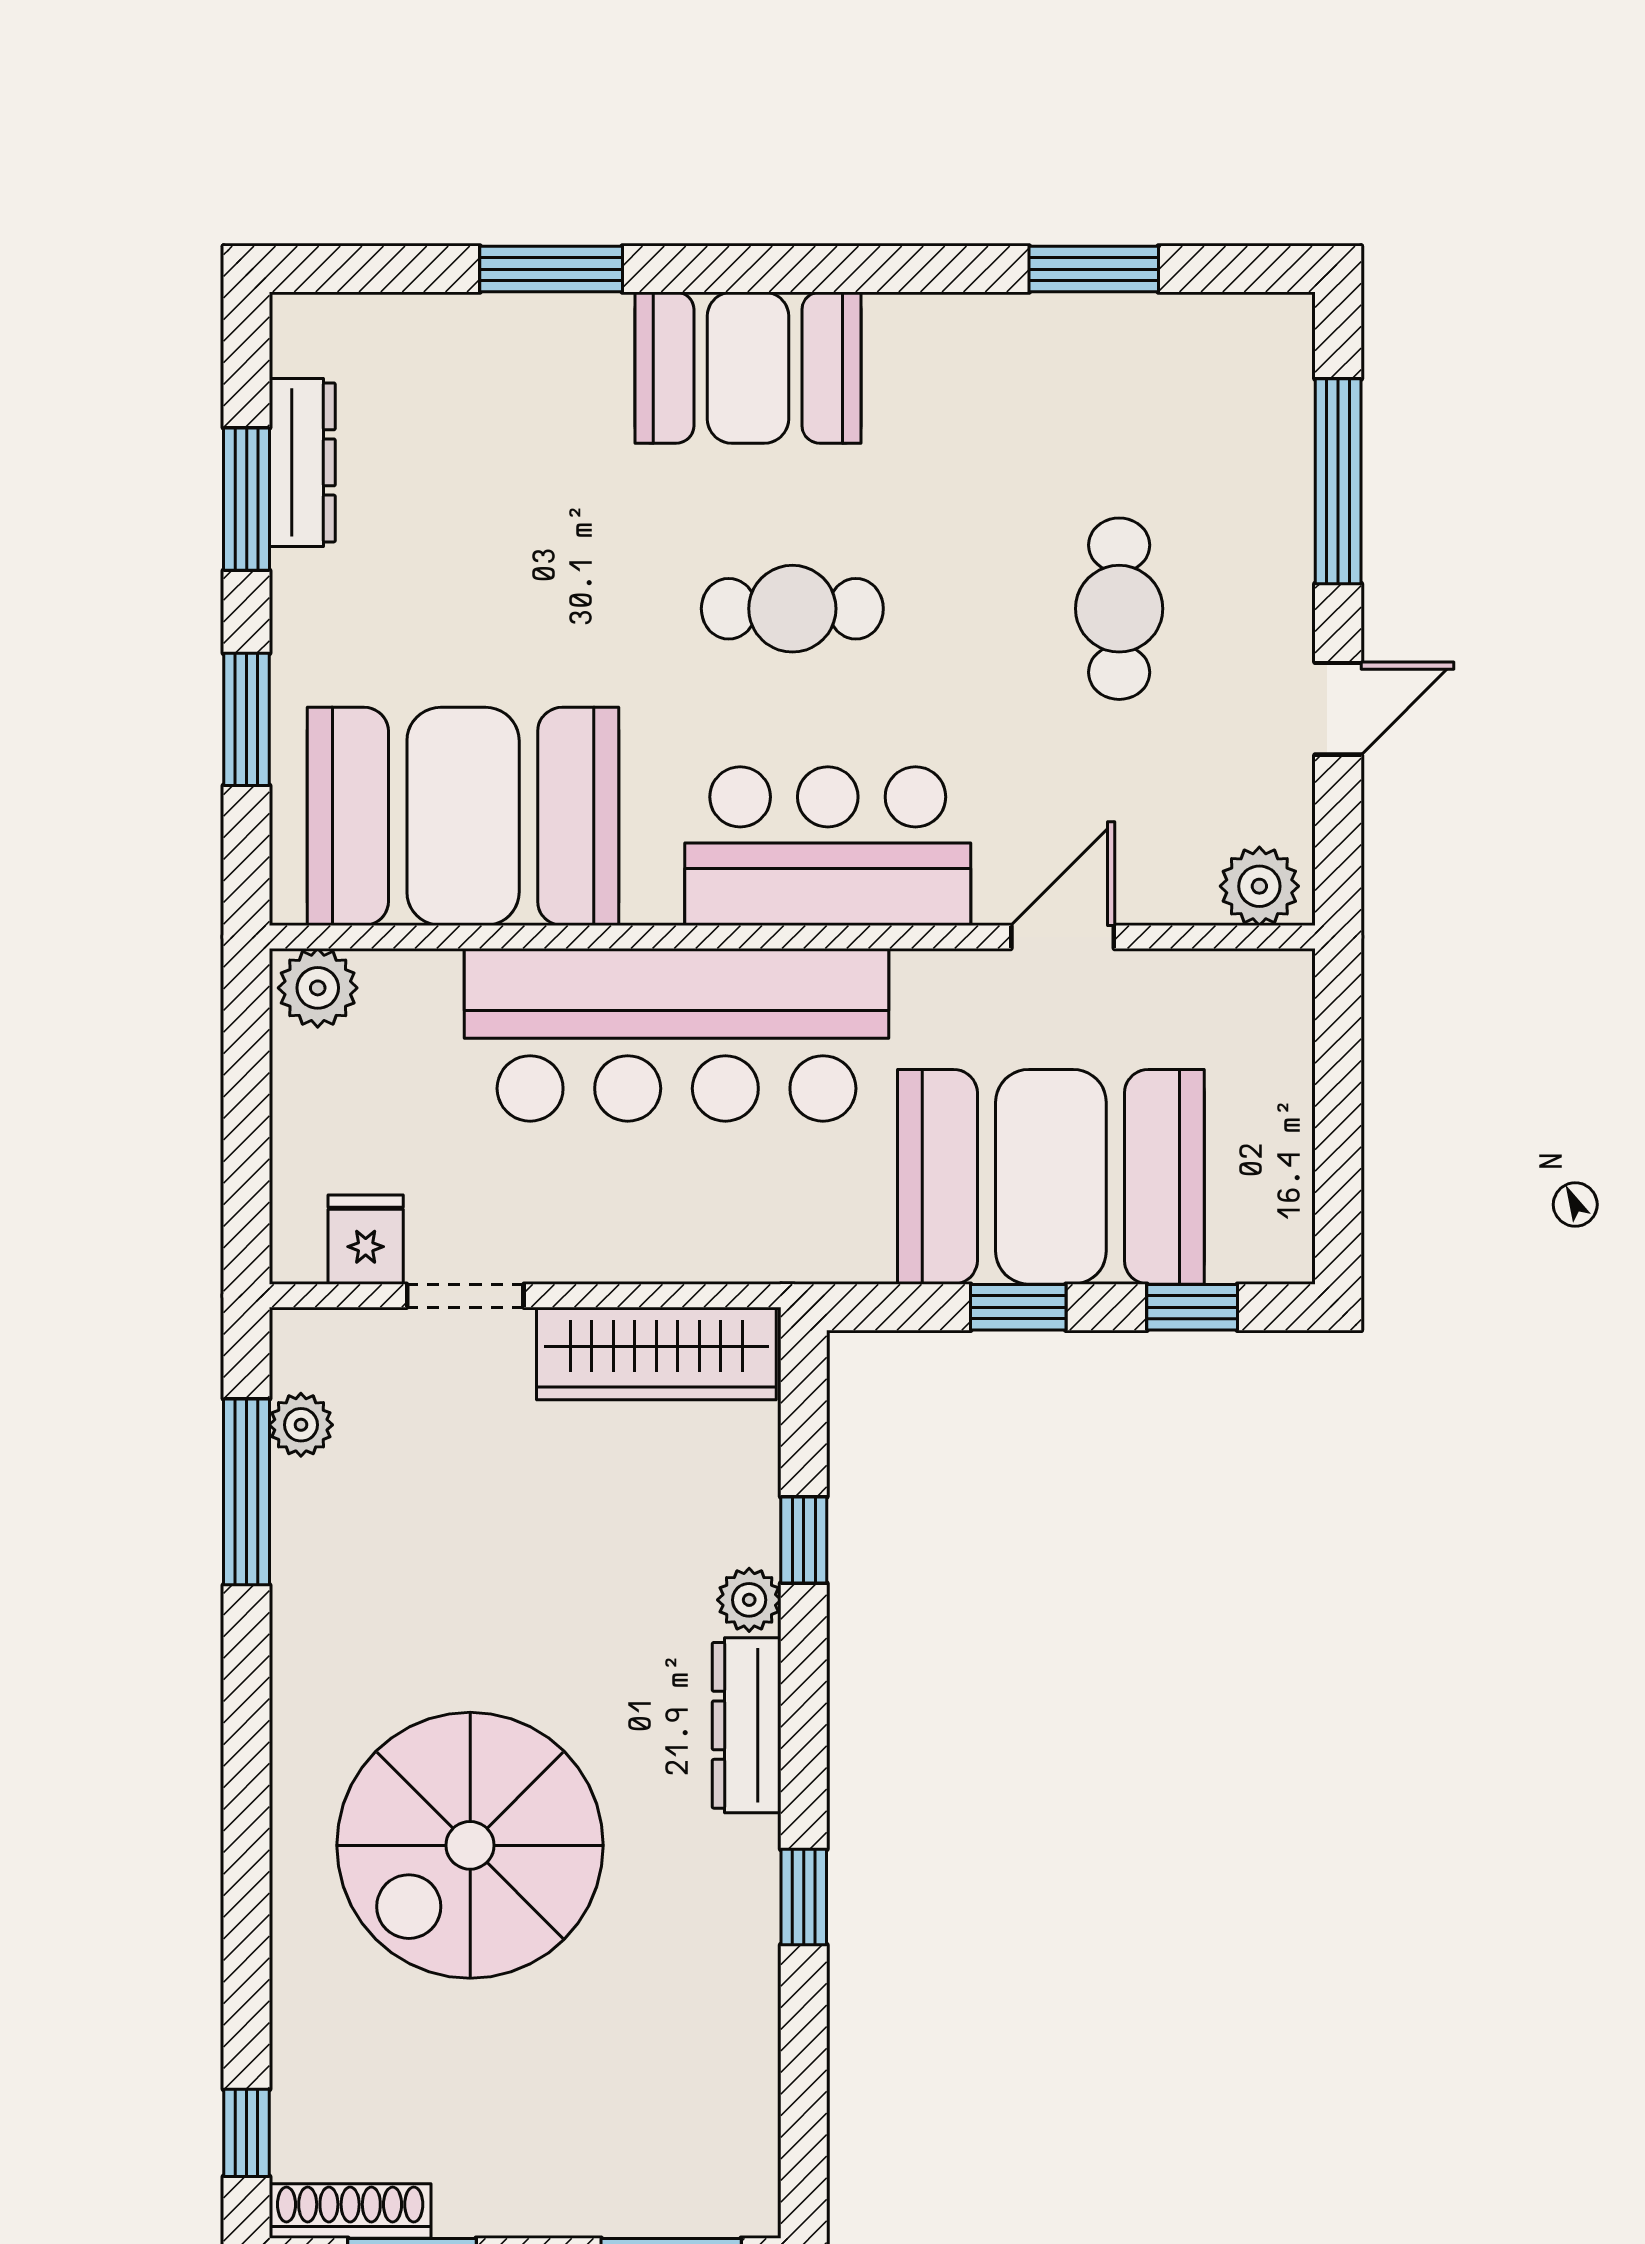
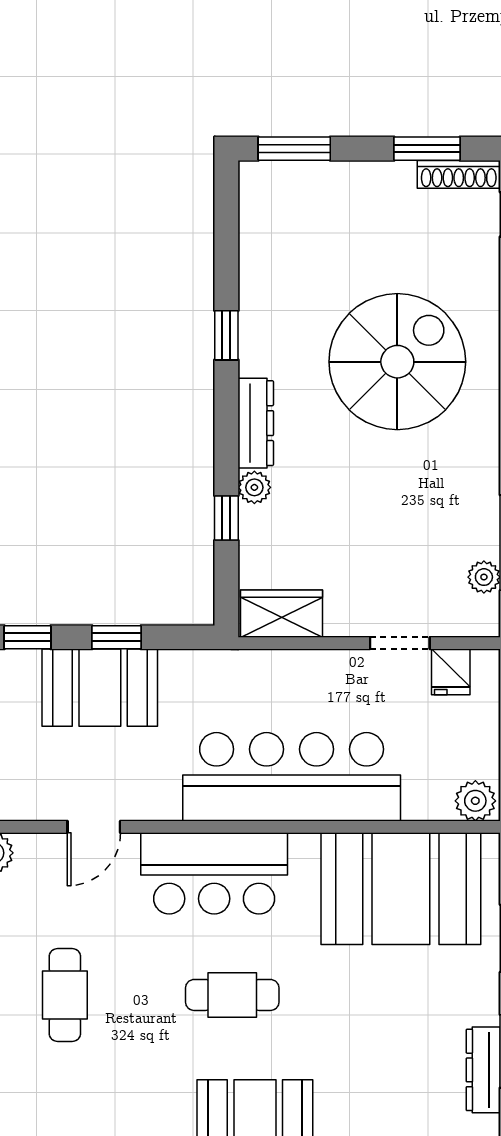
booth: (1051, 1177) -> (100, 688), width x0.73, depth x0.70
wardrobe: (656, 1353) -> (281, 614), width x0.67

